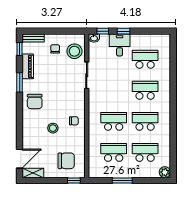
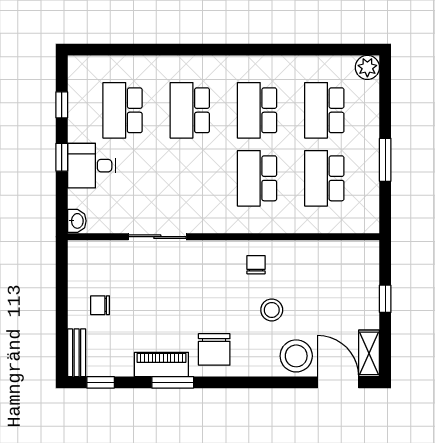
window: (103, 31) -> (62, 105), moved
stool: (74, 51) -> (296, 356), moved
piano: (28, 66) -> (161, 364), moved
chair: (35, 101) -> (214, 349), turned 90
chair: (66, 161) -> (343, 281), removed
window: (74, 180) -> (385, 299), moved

